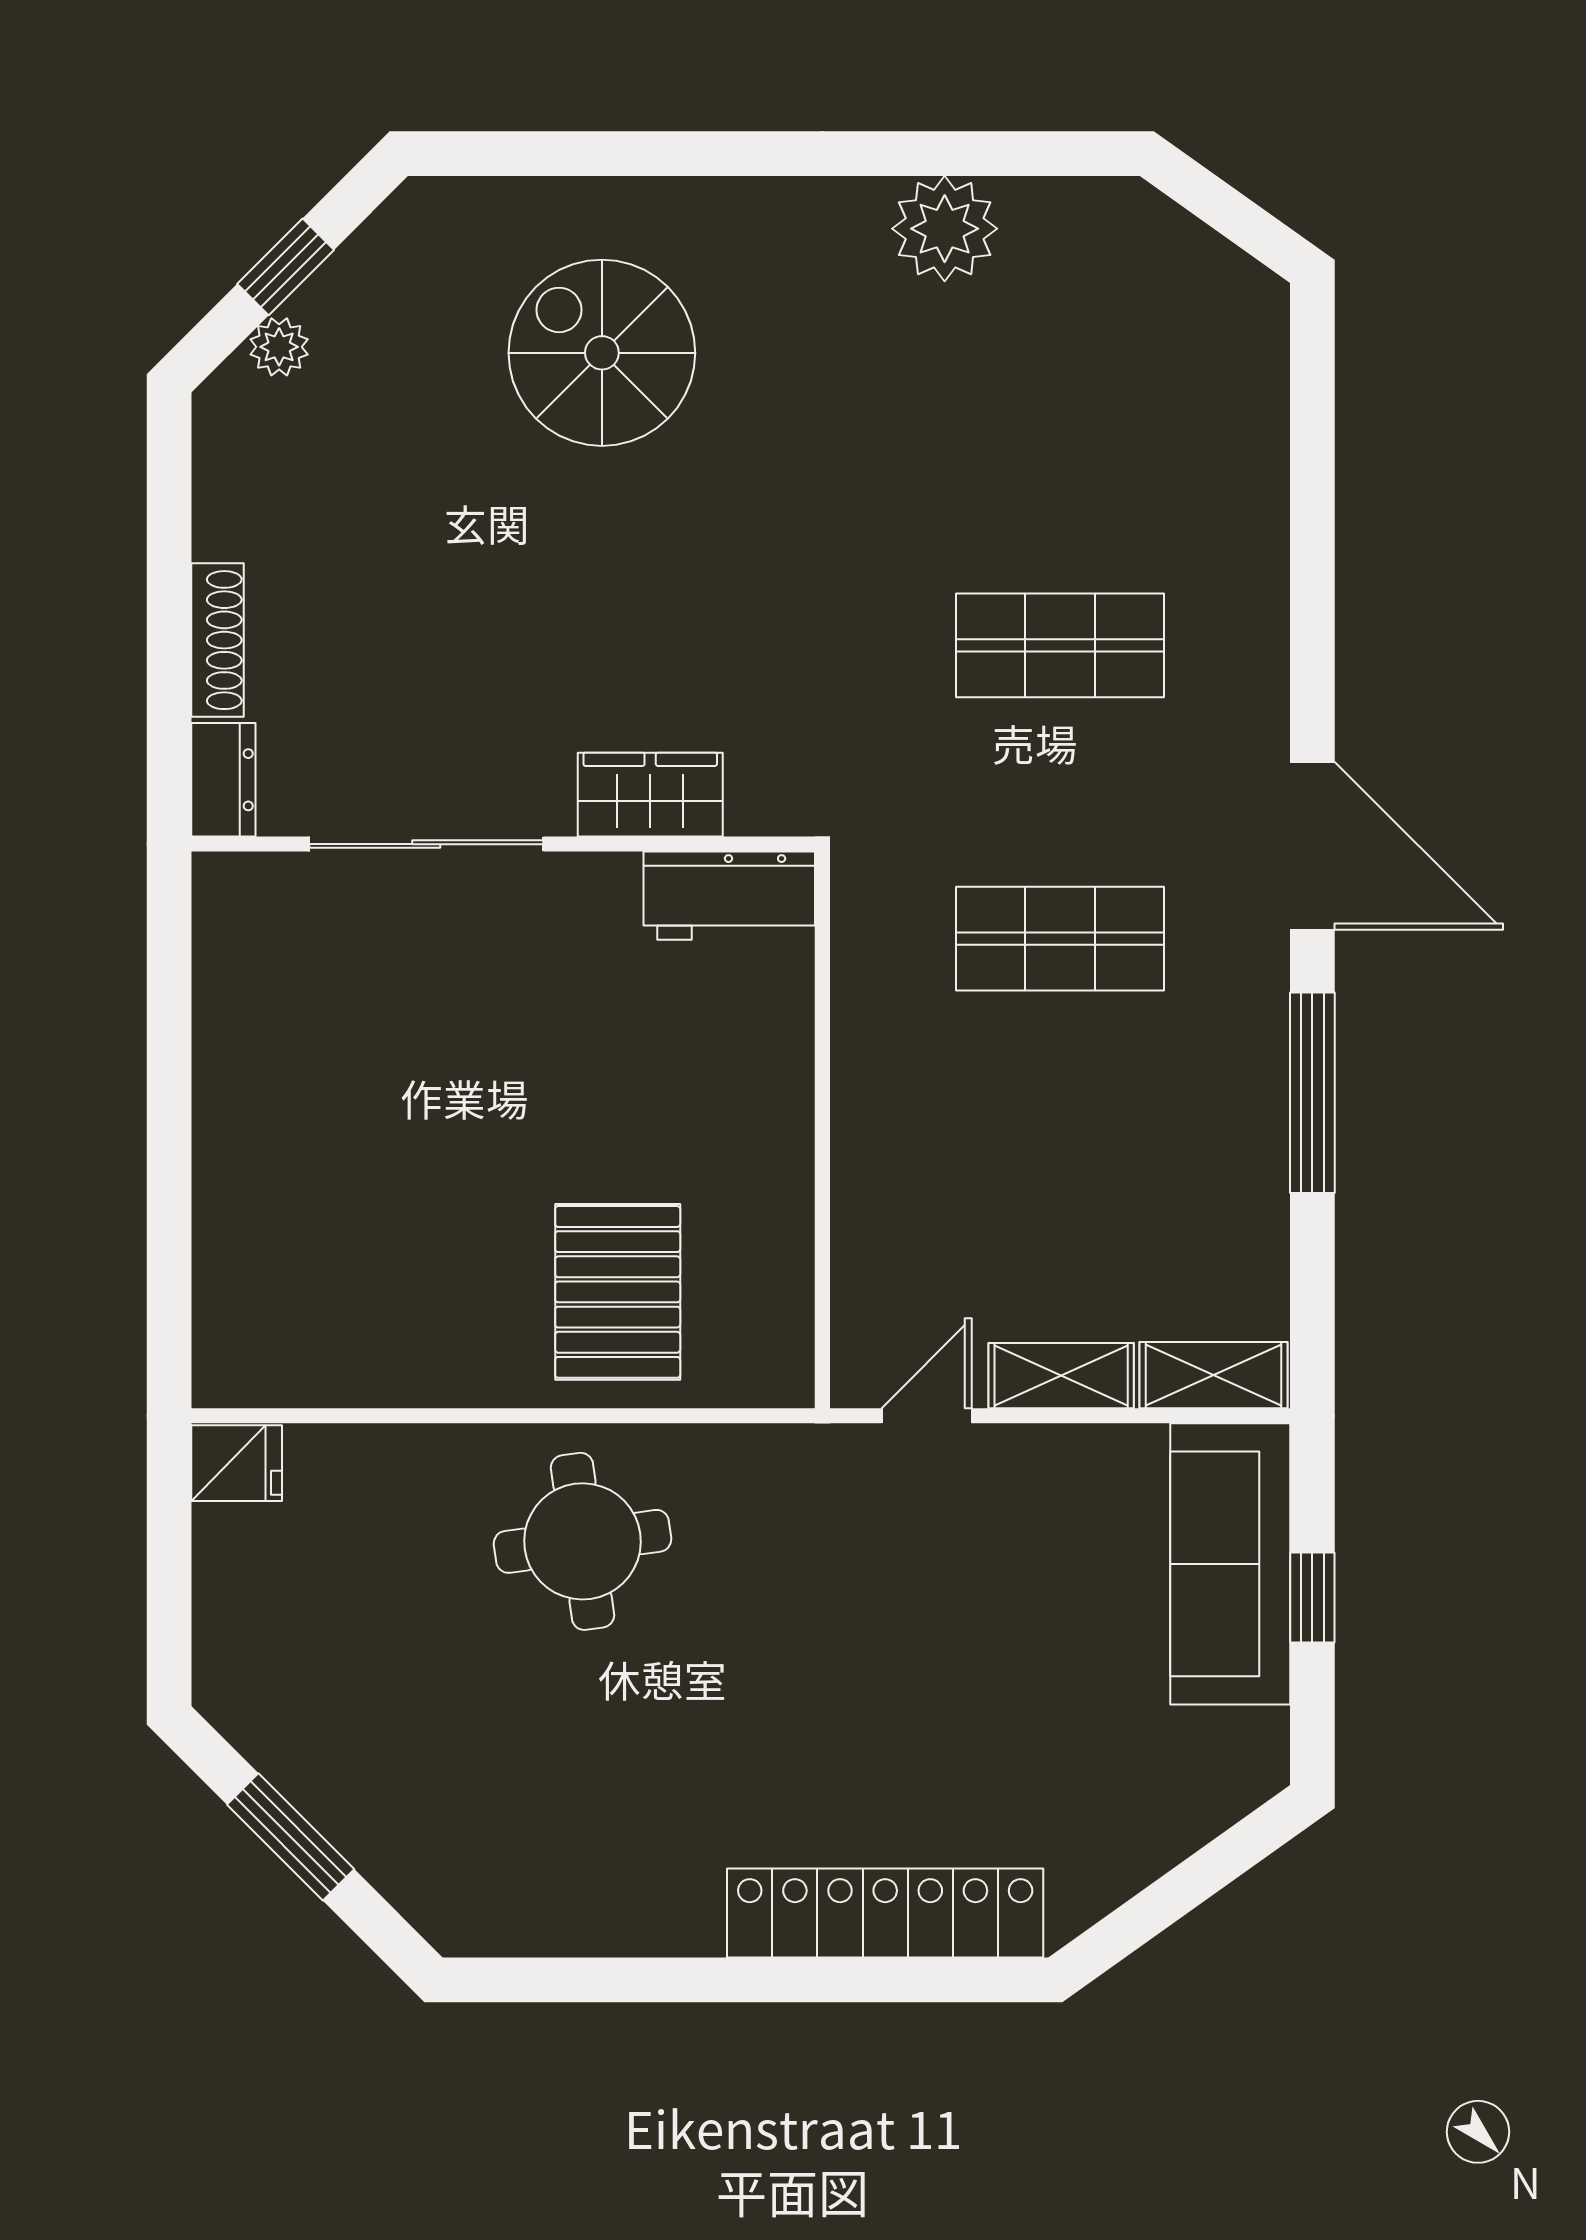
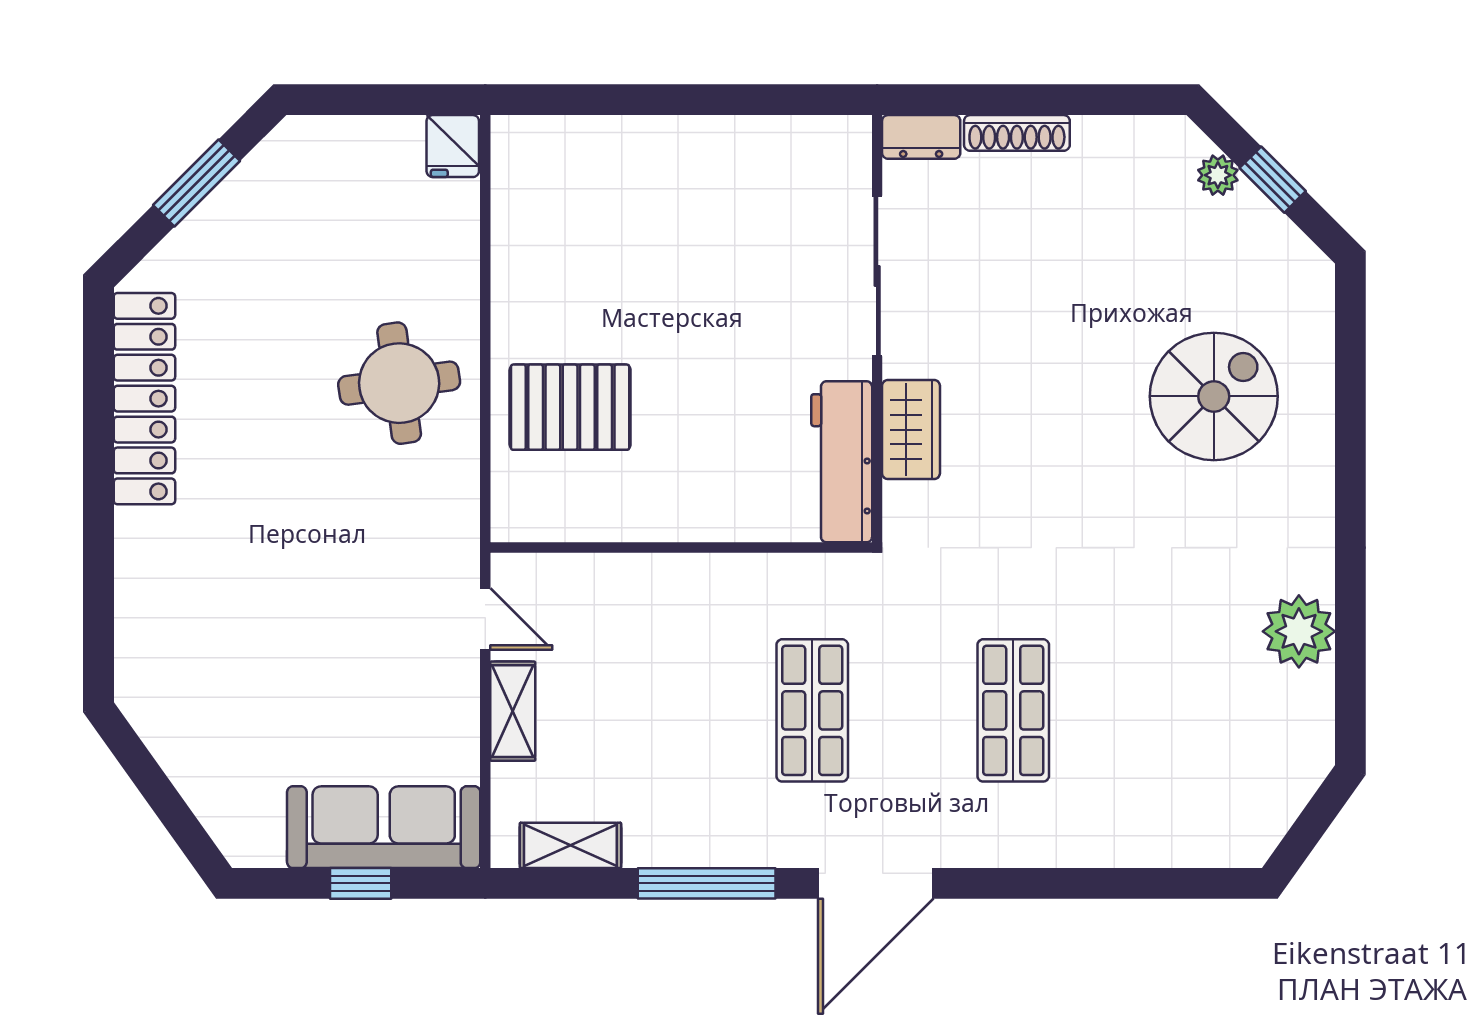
workbench: (729, 896) -> (842, 462), width x1.38
shelving: (1213, 1375) -> (570, 845), moved, turned 90
locker: (885, 1913) -> (144, 399), moved

